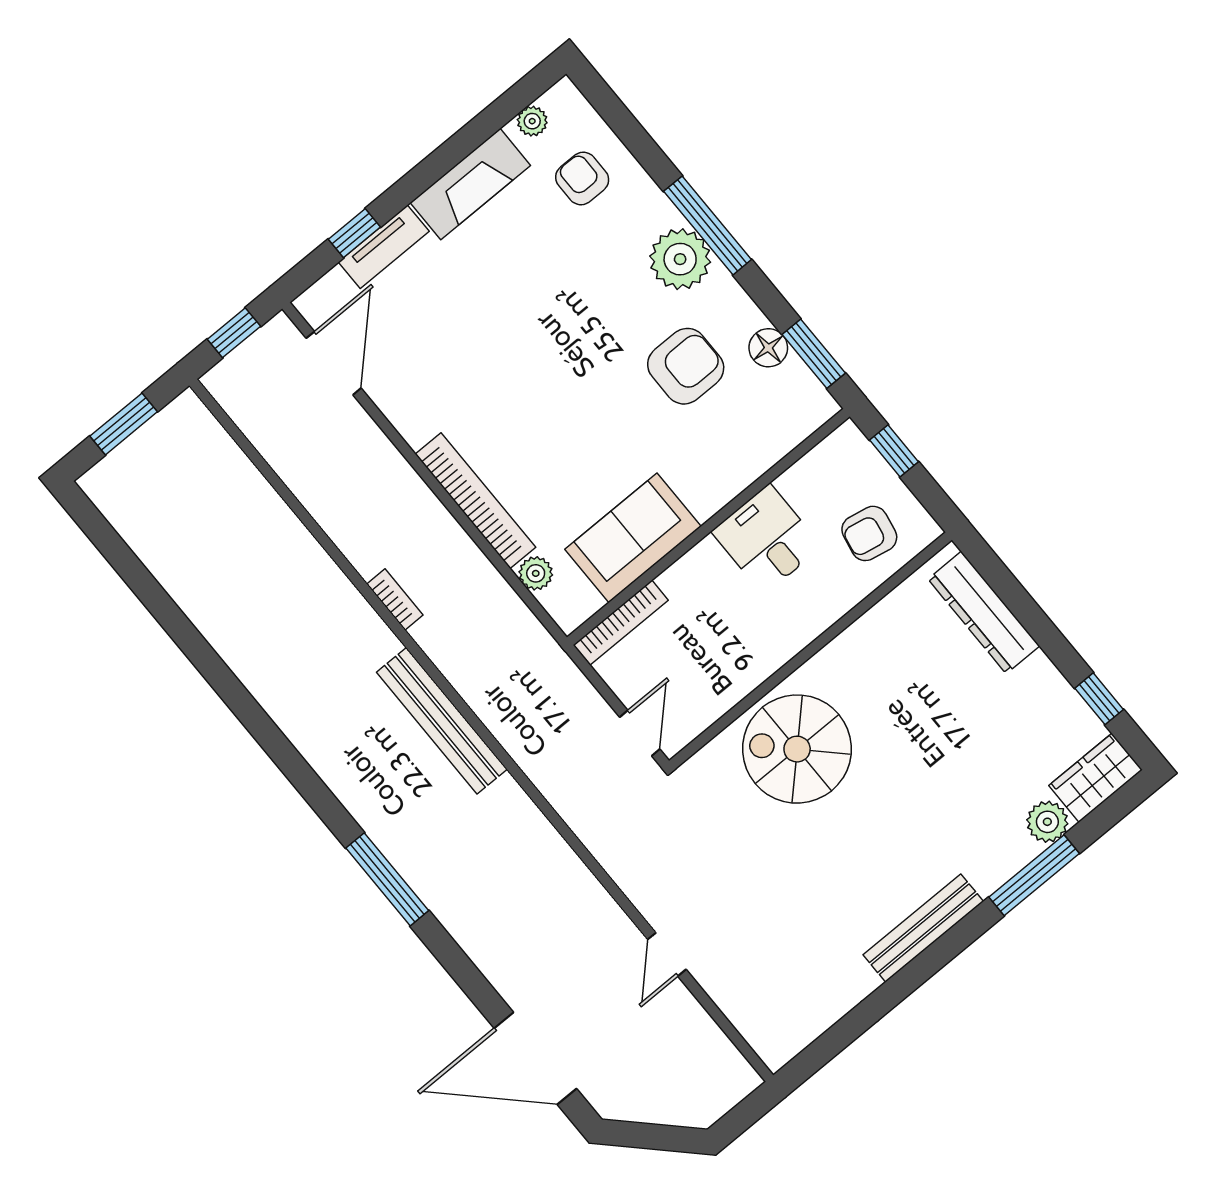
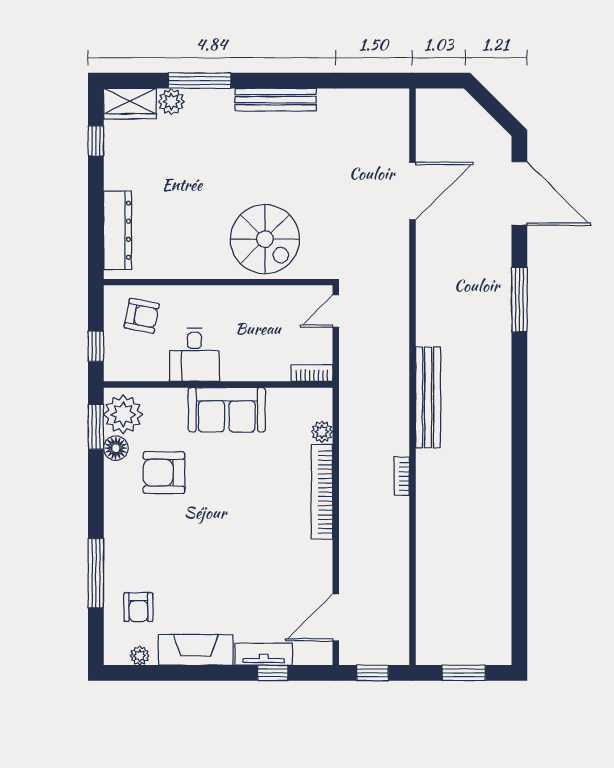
window: (708, 225) -> (96, 573), moved
plant: (680, 259) -> (123, 414), moved
sofa: (633, 538) -> (227, 410), moved
bookcase: (621, 623) -> (312, 373), width x0.64
window: (387, 879) -> (519, 300), moved
door: (667, 954) -> (412, 191), width x1.88

